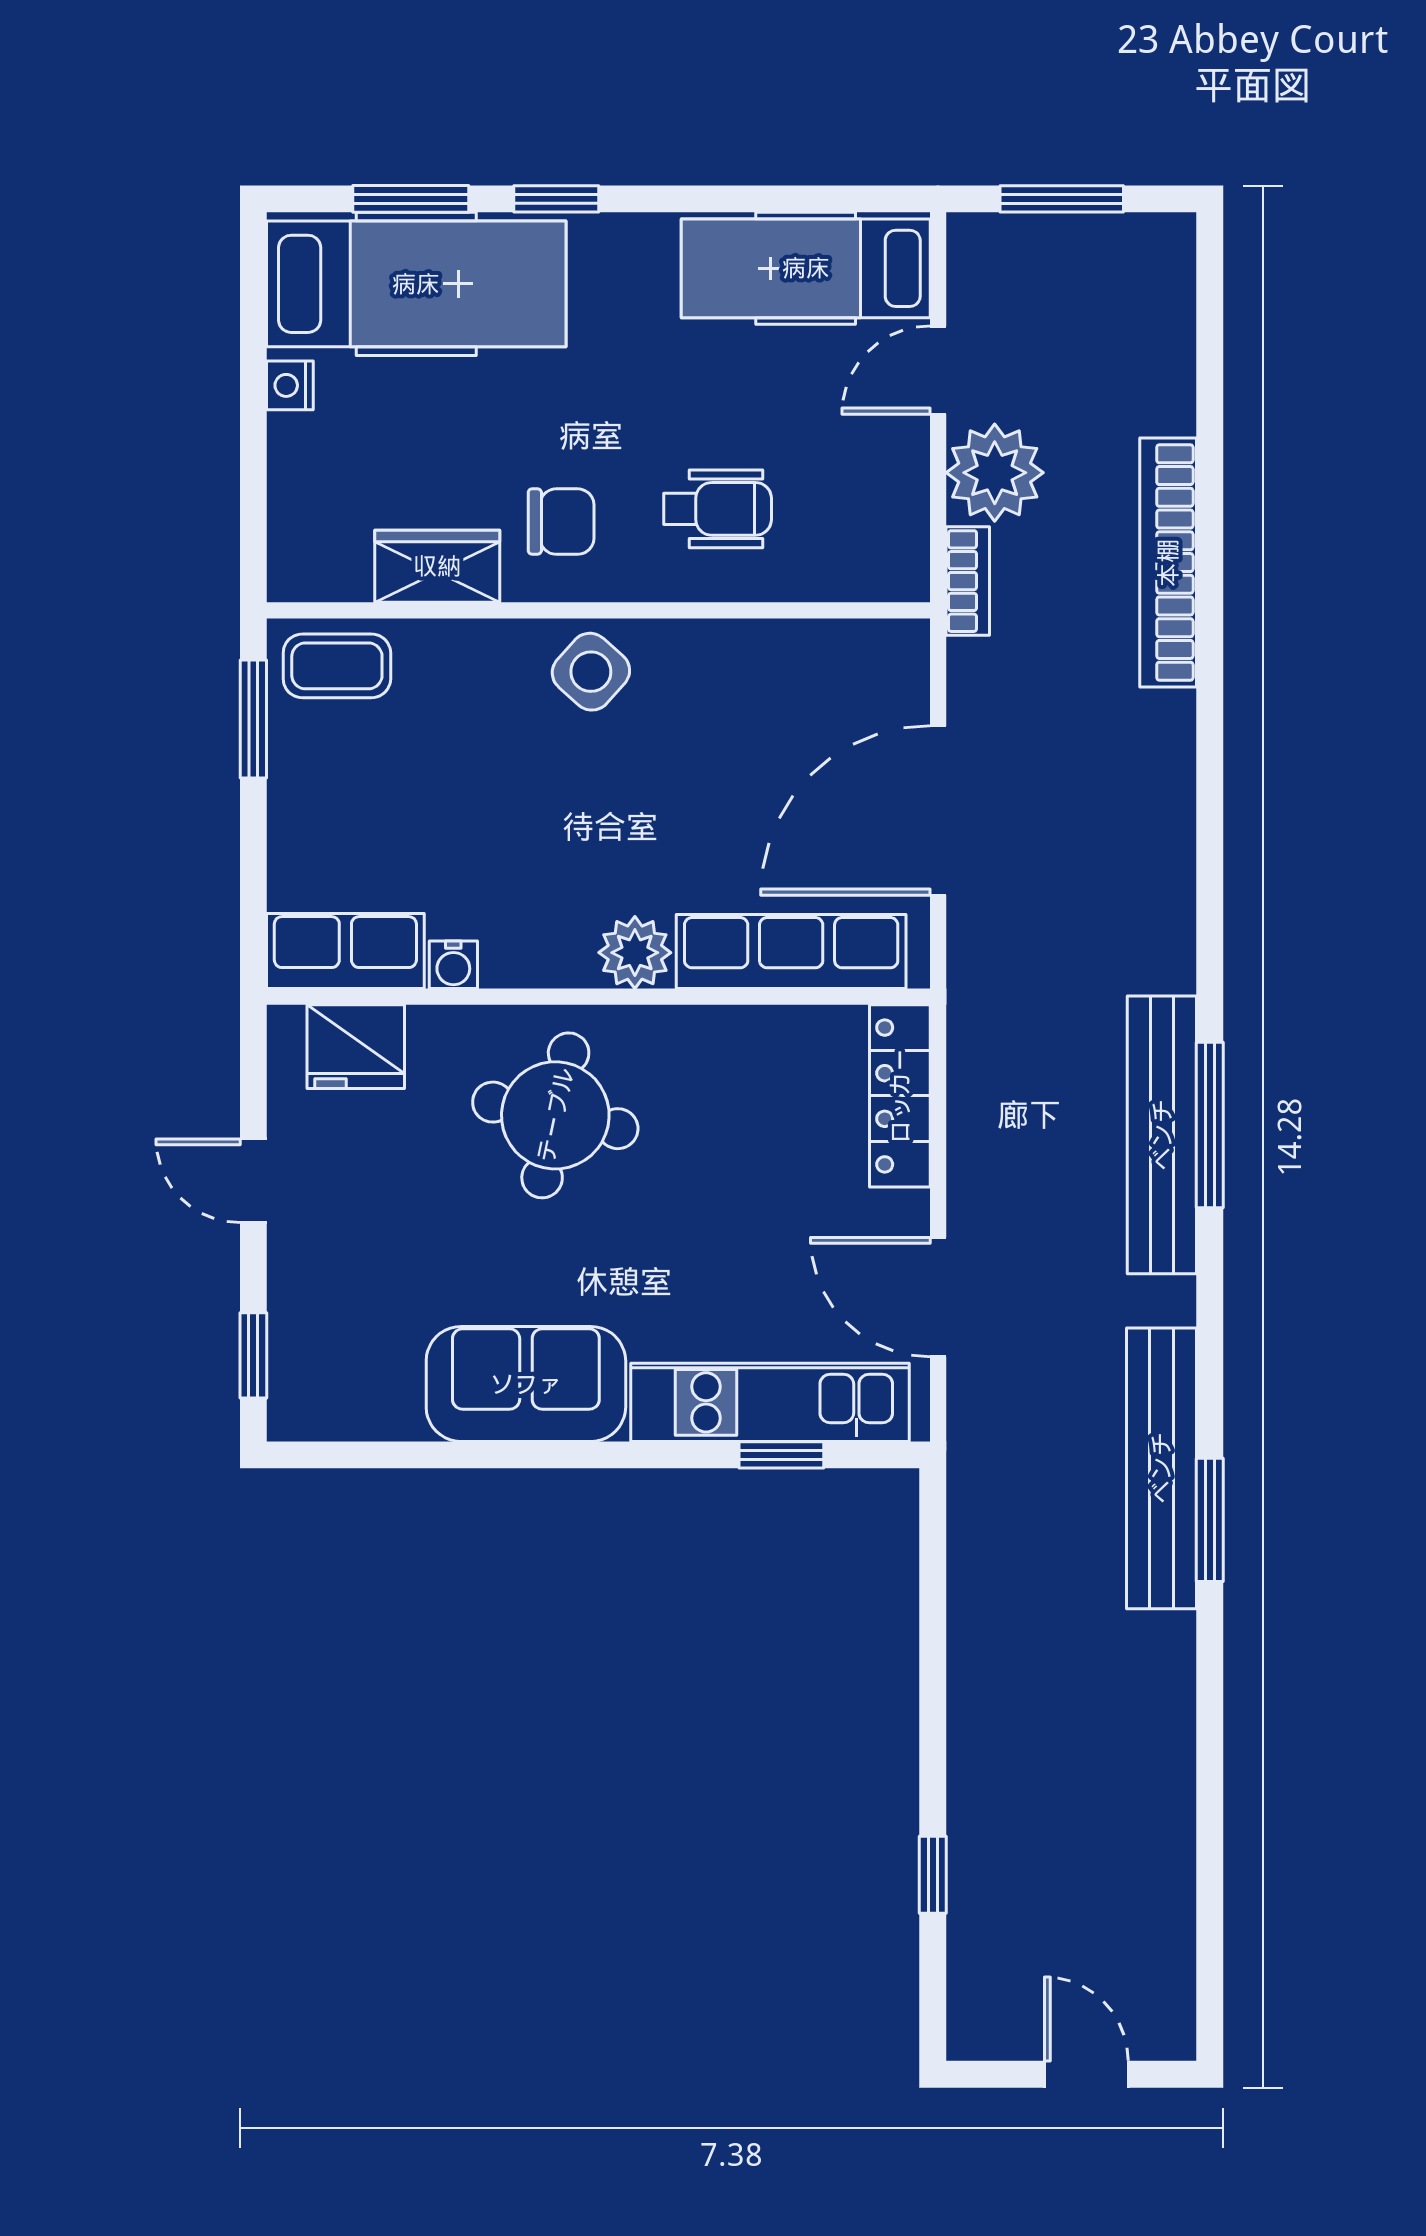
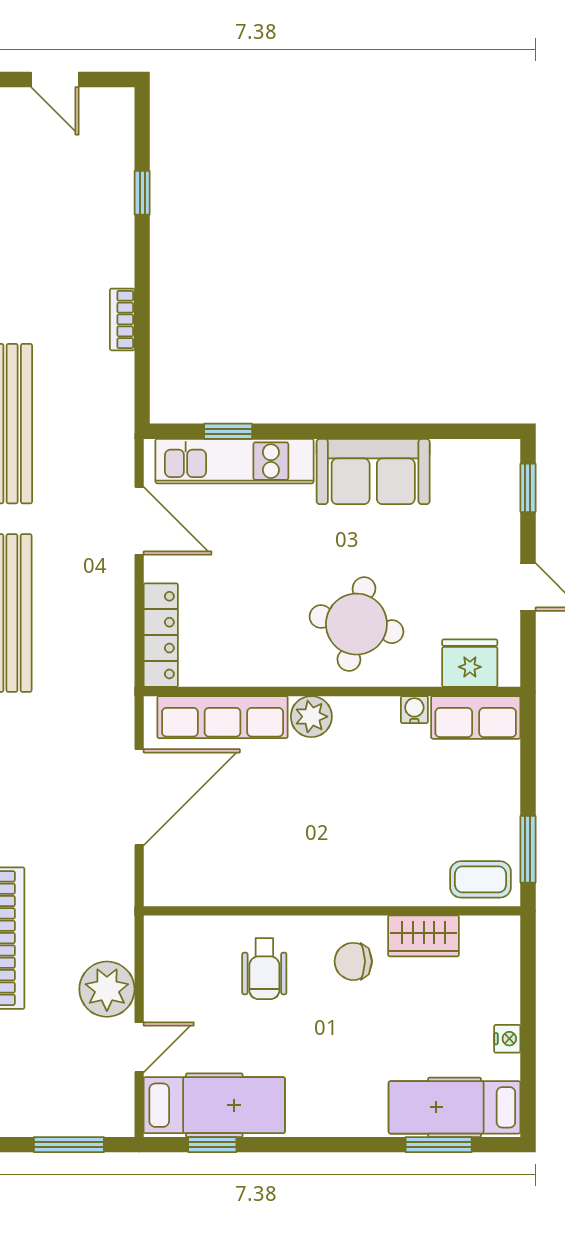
window: (556, 199) -> (212, 1145), moved
hospital bed: (416, 284) -> (455, 1107), width x0.73, depth x0.78
wheelchair: (717, 509) -> (264, 969), turned -90
bookcase: (968, 581) -> (122, 319), moved
side table: (591, 672) -> (336, 876), removed

